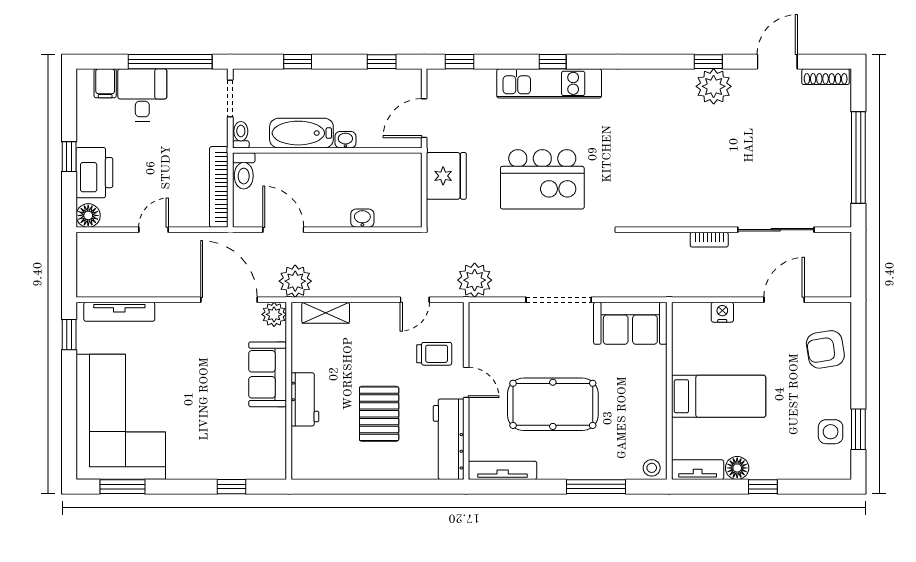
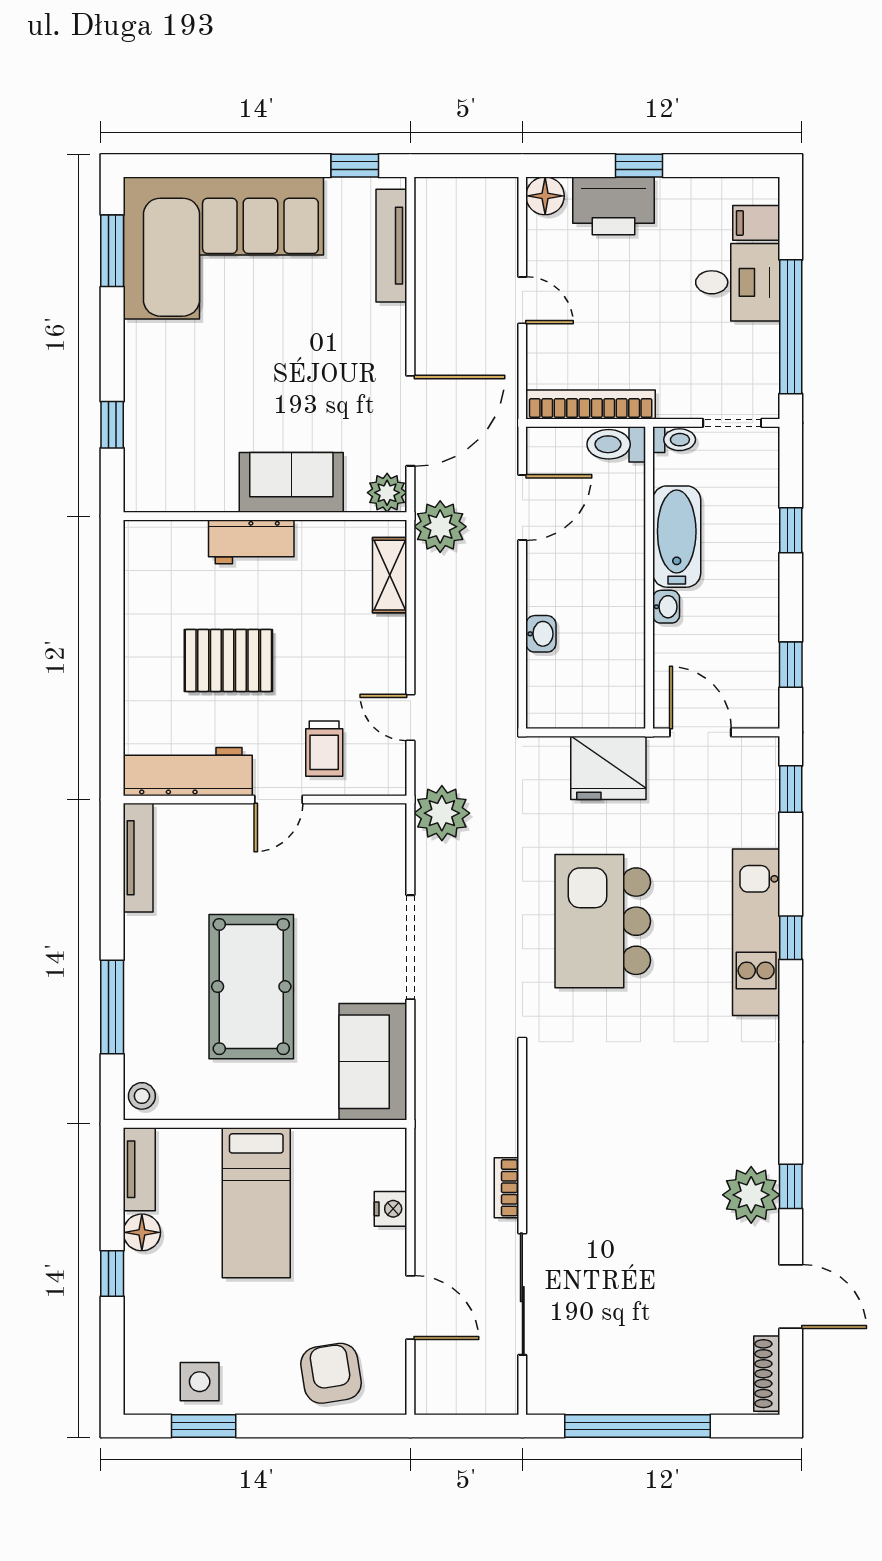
pool table: (553, 404) -> (251, 987), moved

